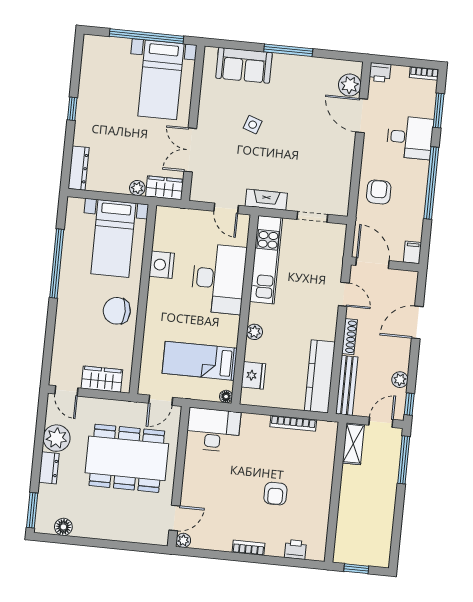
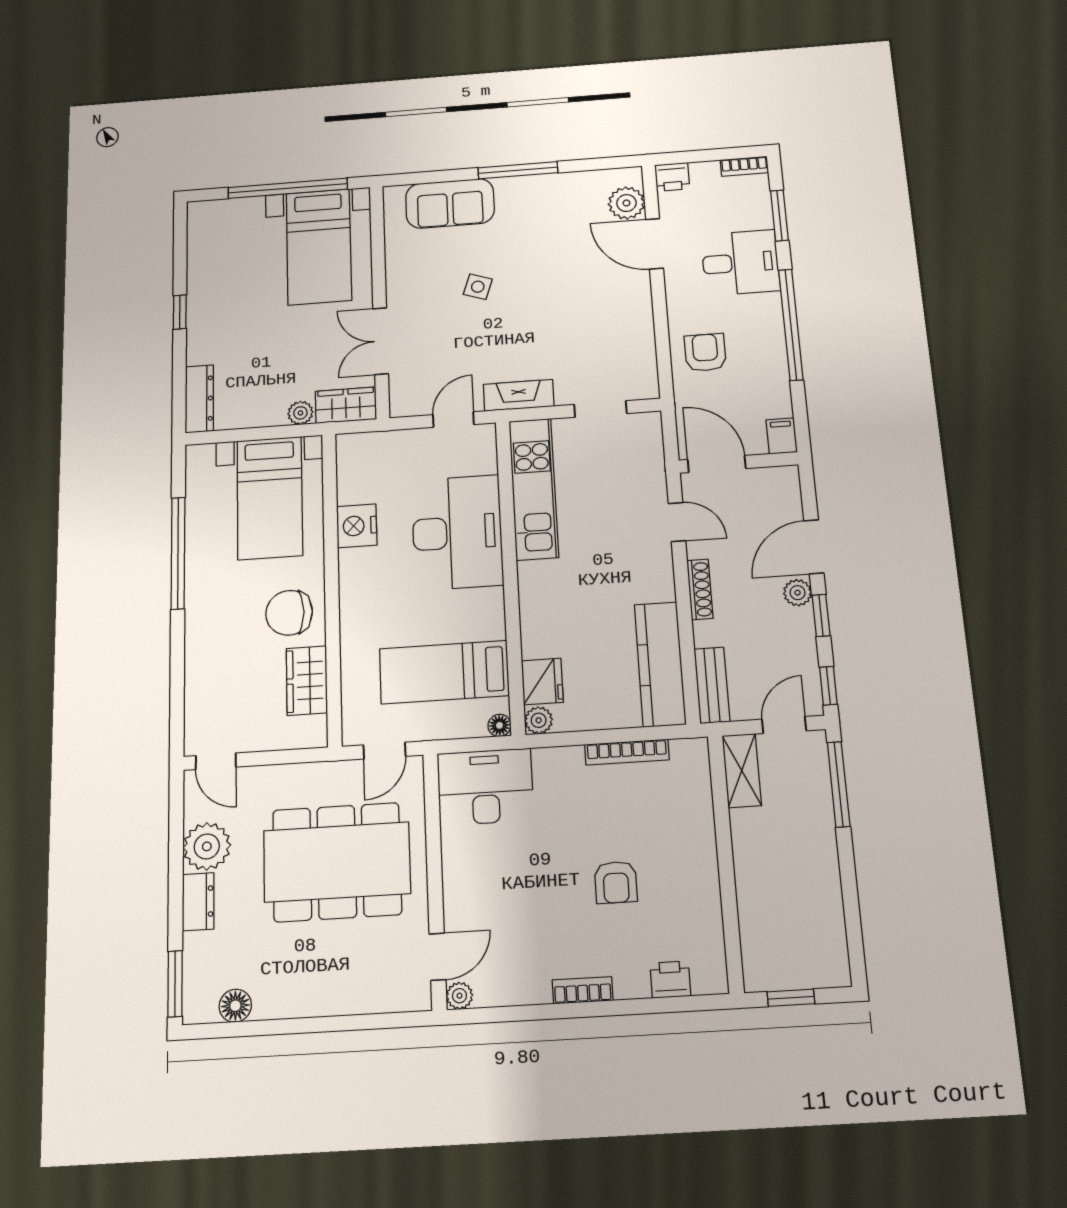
door: (226, 208) -> (453, 420), swing flipped
plant: (254, 332) -> (539, 720), moved
window: (413, 363) -> (821, 615), added
wardrobe: (102, 379) -> (307, 681), moved, turned -90
plant: (400, 380) -> (798, 593), moved
bench: (347, 385) -> (712, 685), width x0.73

